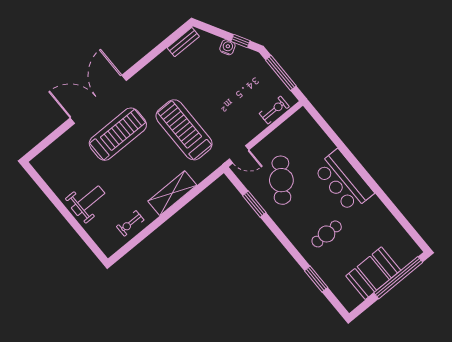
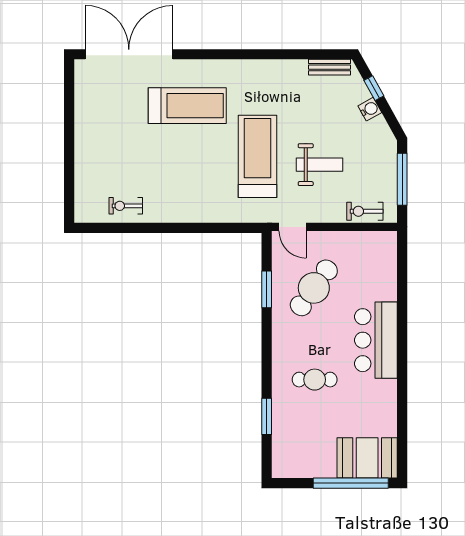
window: (240, 41) -> (374, 88), moved
double door: (98, 99) -> (129, 54), moved
exercise bike: (274, 110) -> (365, 211), turned 180
shelving: (172, 193) -> (193, 210), removed
weight bench: (88, 201) -> (319, 165), moved
booth: (373, 273) -> (367, 458), moved

